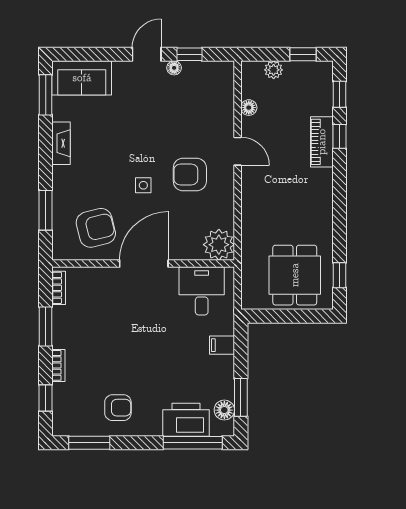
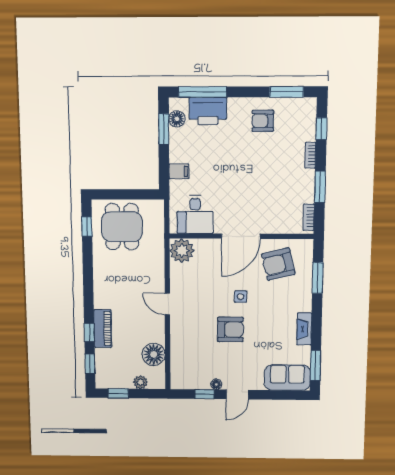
floor lamp: (249, 108) -> (154, 354), width x1.89, depth x1.89
door: (238, 151) -> (167, 304), moved
armchair: (190, 175) -> (230, 329), moved

